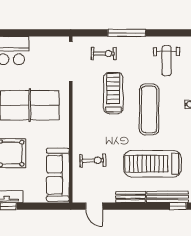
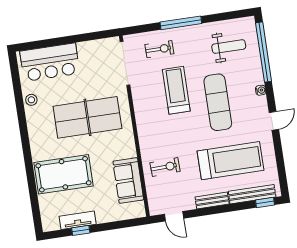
weight bench: (167, 61) -> (229, 47), turned -90
treadmill: (153, 164) -> (230, 161), turned 180
sofa: (58, 175) -> (128, 181), width x0.73

